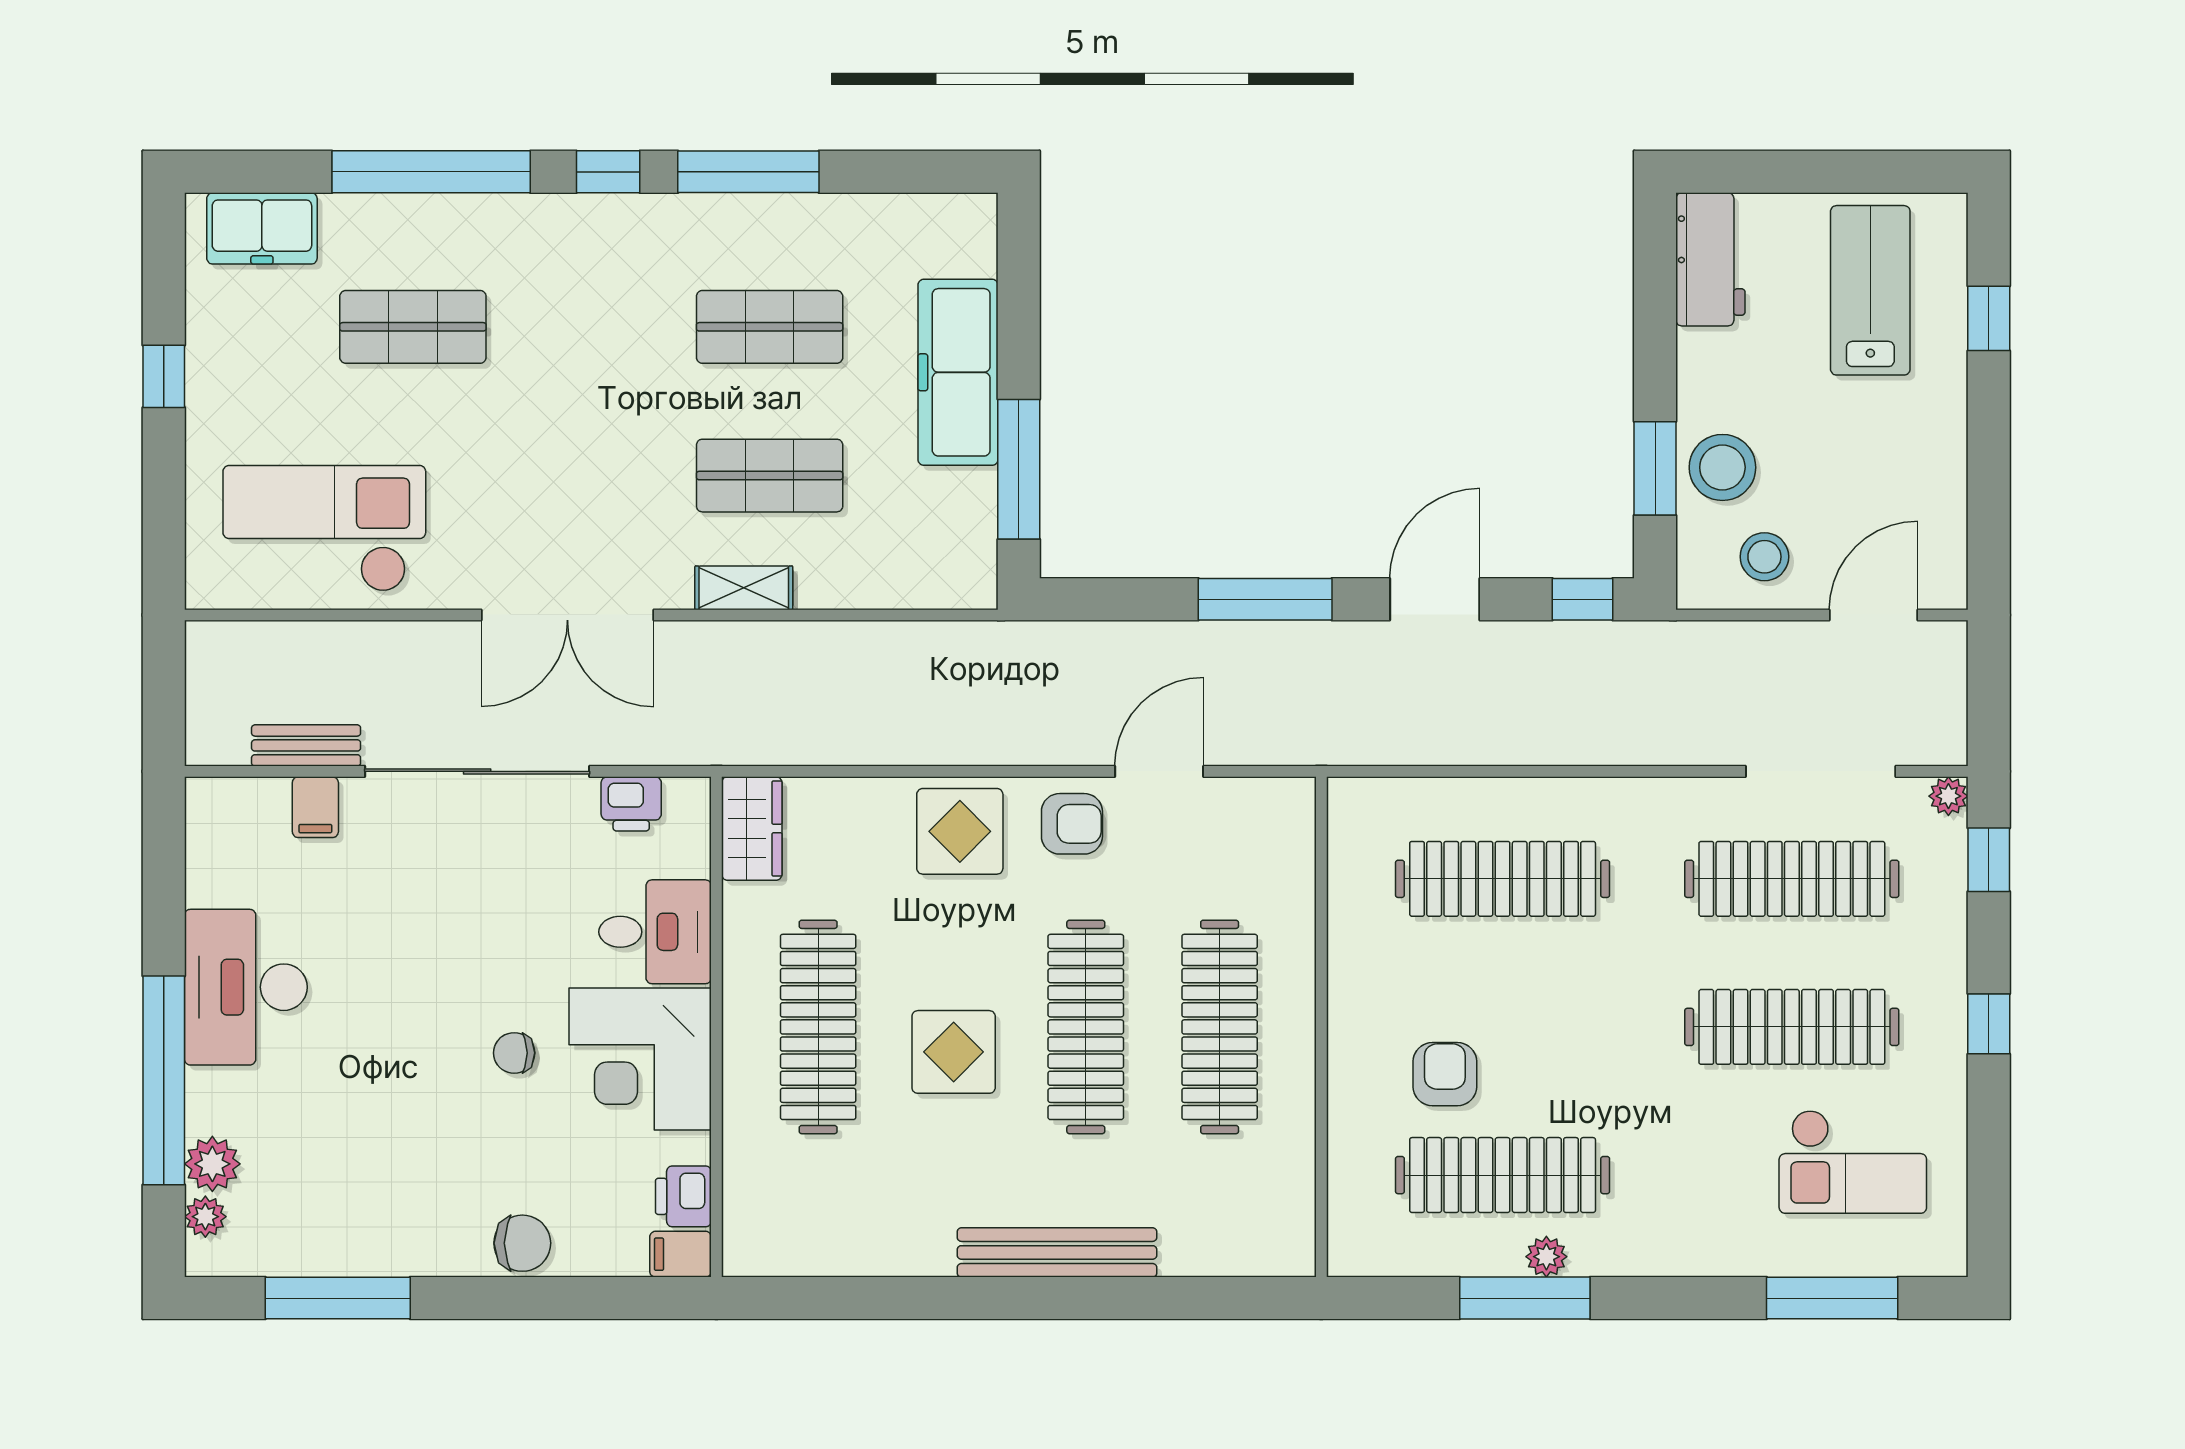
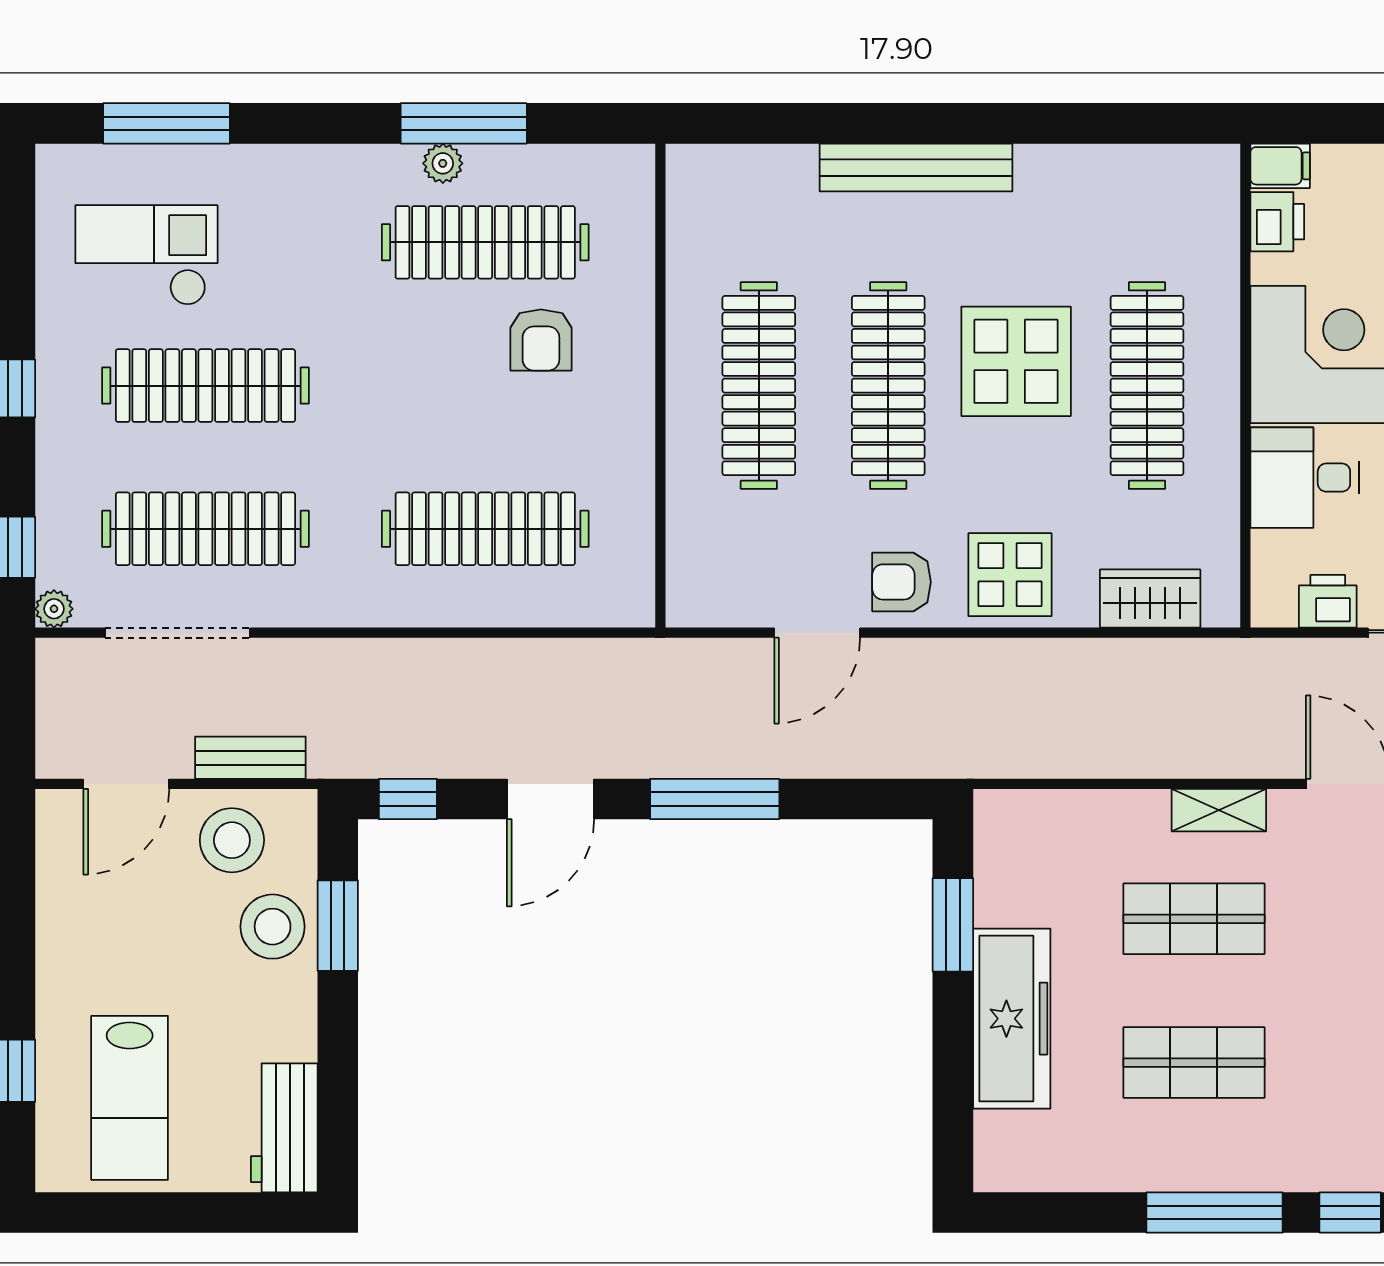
window: (1019, 469) -> (953, 925), width x0.69
stool: (1764, 557) -> (232, 840), width x1.38, depth x1.38
bench: (1745, 642) -> (250, 758), added
wardrobe: (752, 829) -> (1150, 598), moved, turned 90
display table: (954, 1052) -> (1016, 361), width x1.36, depth x1.36

